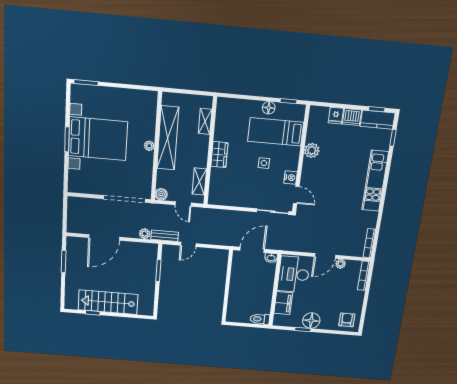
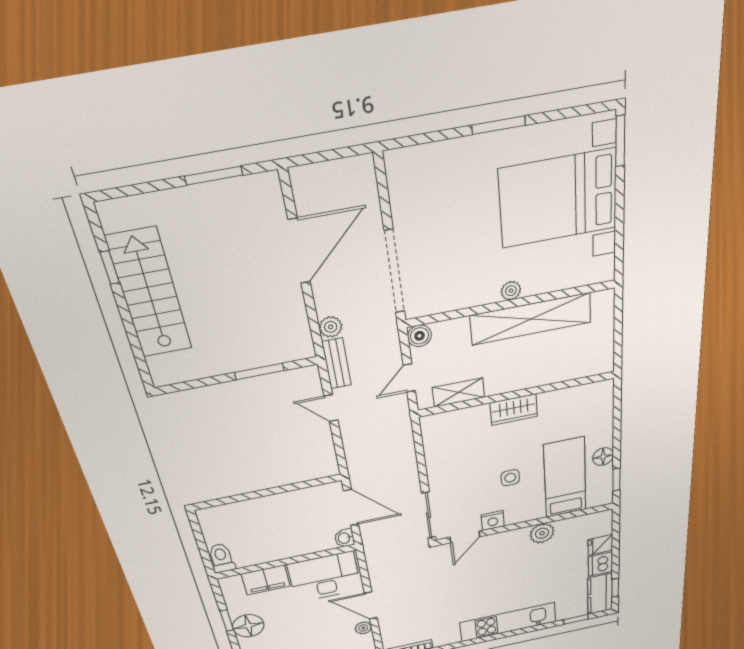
shelving: (205, 121) -> (569, 371), removed
bed with nightstands: (98, 139) -> (558, 199), moved, turned 90
door: (104, 237) -> (299, 251), swing flipped

